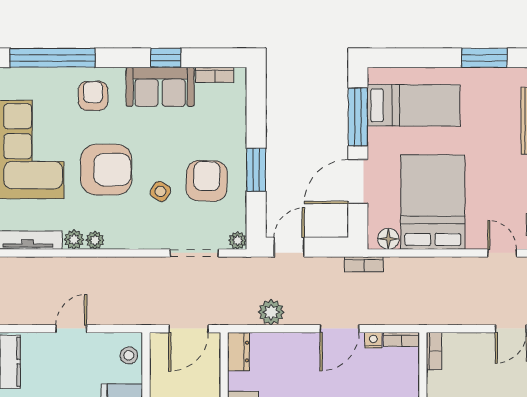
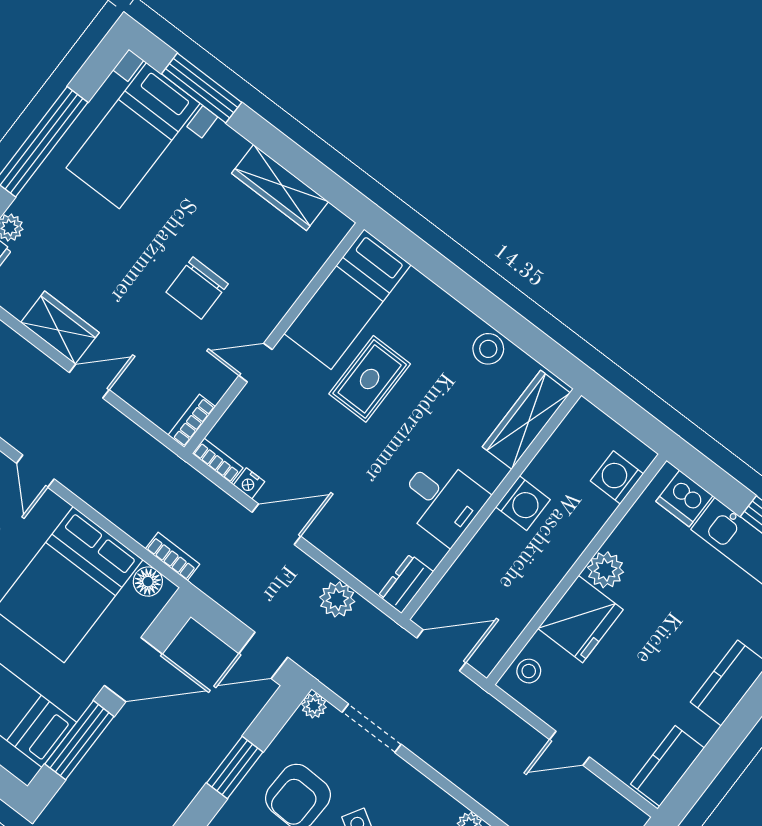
bookcase: (364, 264) -> (173, 557), moved

